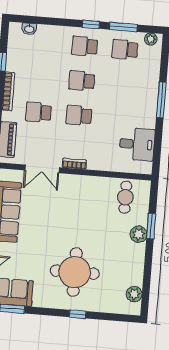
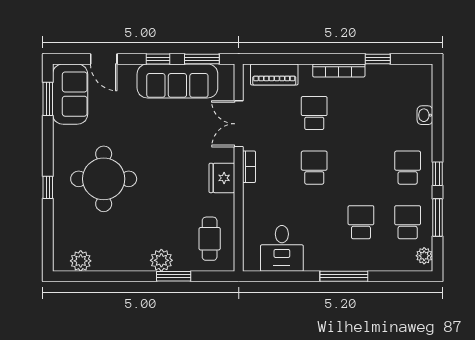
washbasin: (29, 29) -> (425, 115), moved
school desk: (82, 81) -> (361, 222), moved
fridge: (81, 184) -> (222, 178), added
cafe table: (125, 197) -> (210, 239), turned 90

